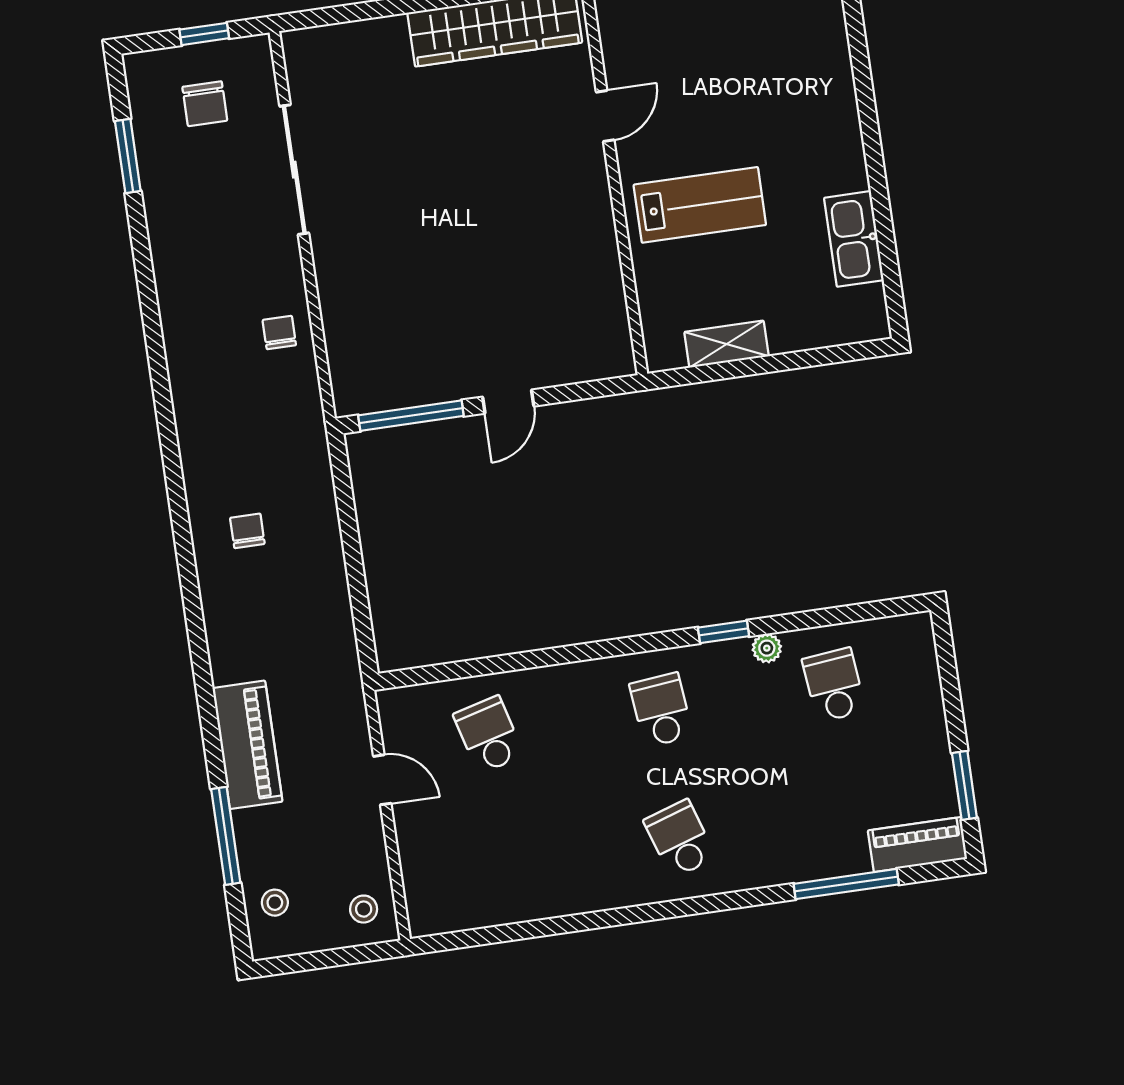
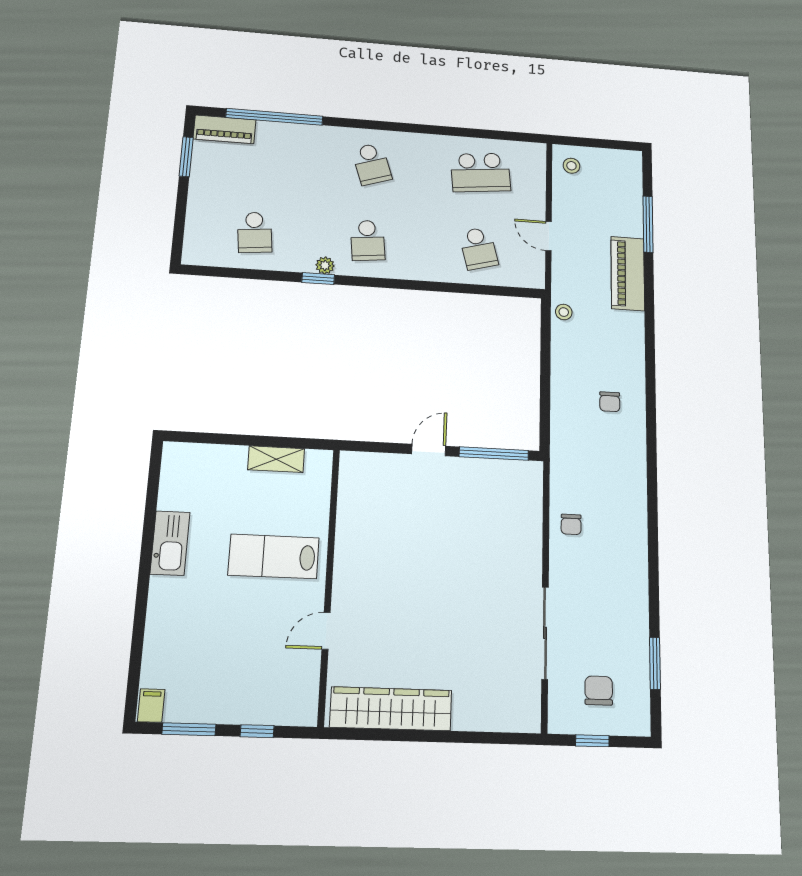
kitchen sink: (854, 239) -> (170, 543), moved
plant: (767, 648) -> (325, 265), moved
school desk: (507, 864) -> (480, 172), added
window: (846, 884) -> (274, 117), width x1.46
stool: (275, 903) -> (564, 312), moved

